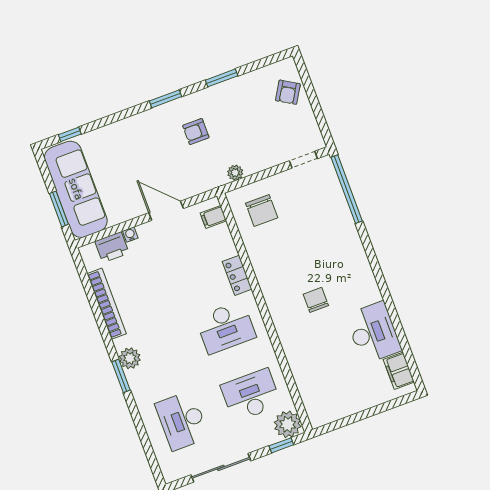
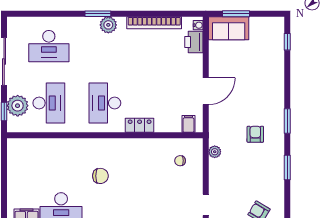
sofa: (76, 189) -> (229, 28), width x0.54, depth x0.79
chair: (262, 210) -> (180, 161), width x0.54, depth x0.54
water cooler: (130, 234) -> (198, 25), moved
desk: (182, 421) -> (49, 46), turned 180
plant: (288, 424) -> (18, 106), moved

